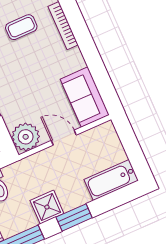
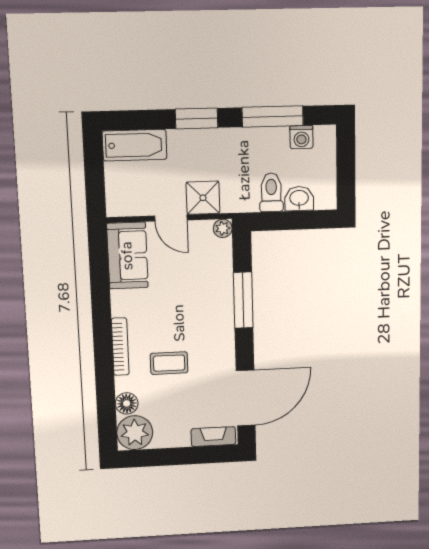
plant: (26, 137) -> (223, 228), width x0.53, depth x0.53
shower: (47, 207) -> (203, 198), moved

